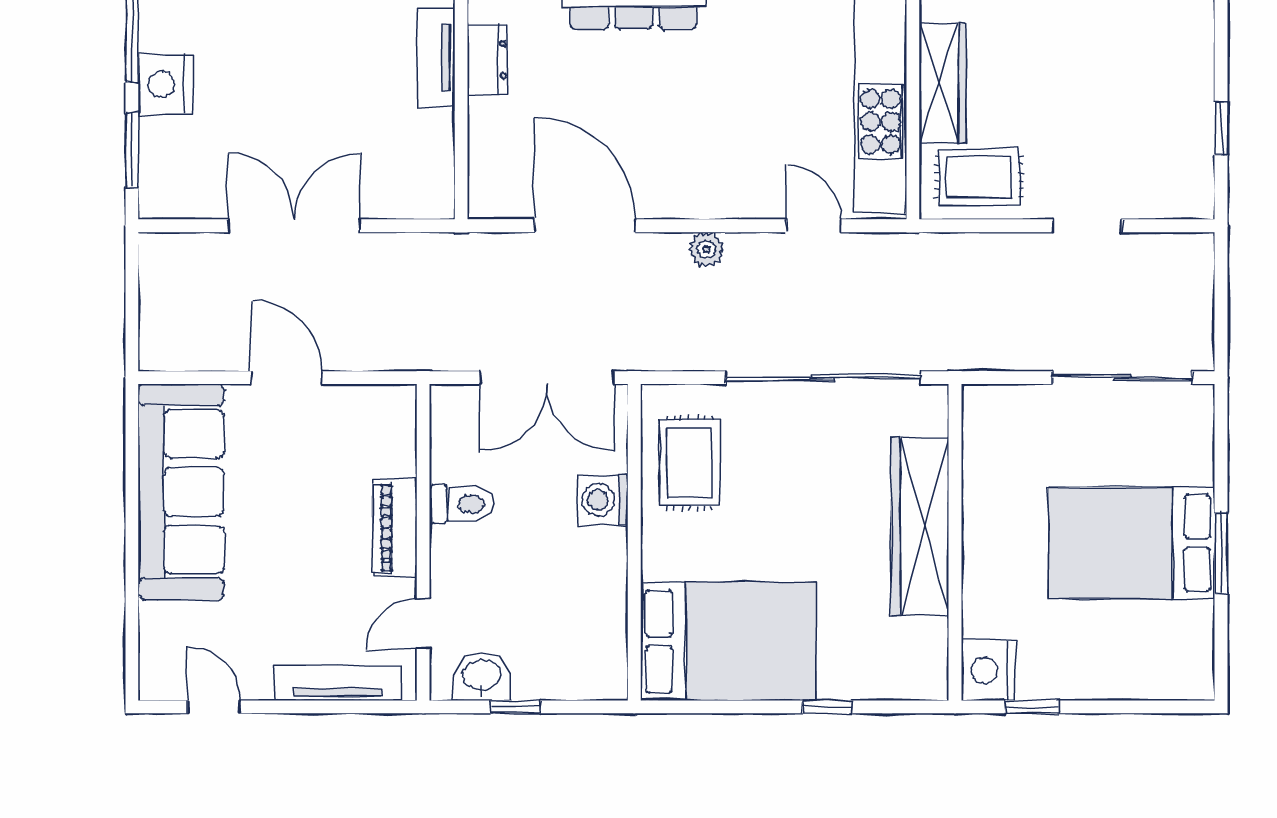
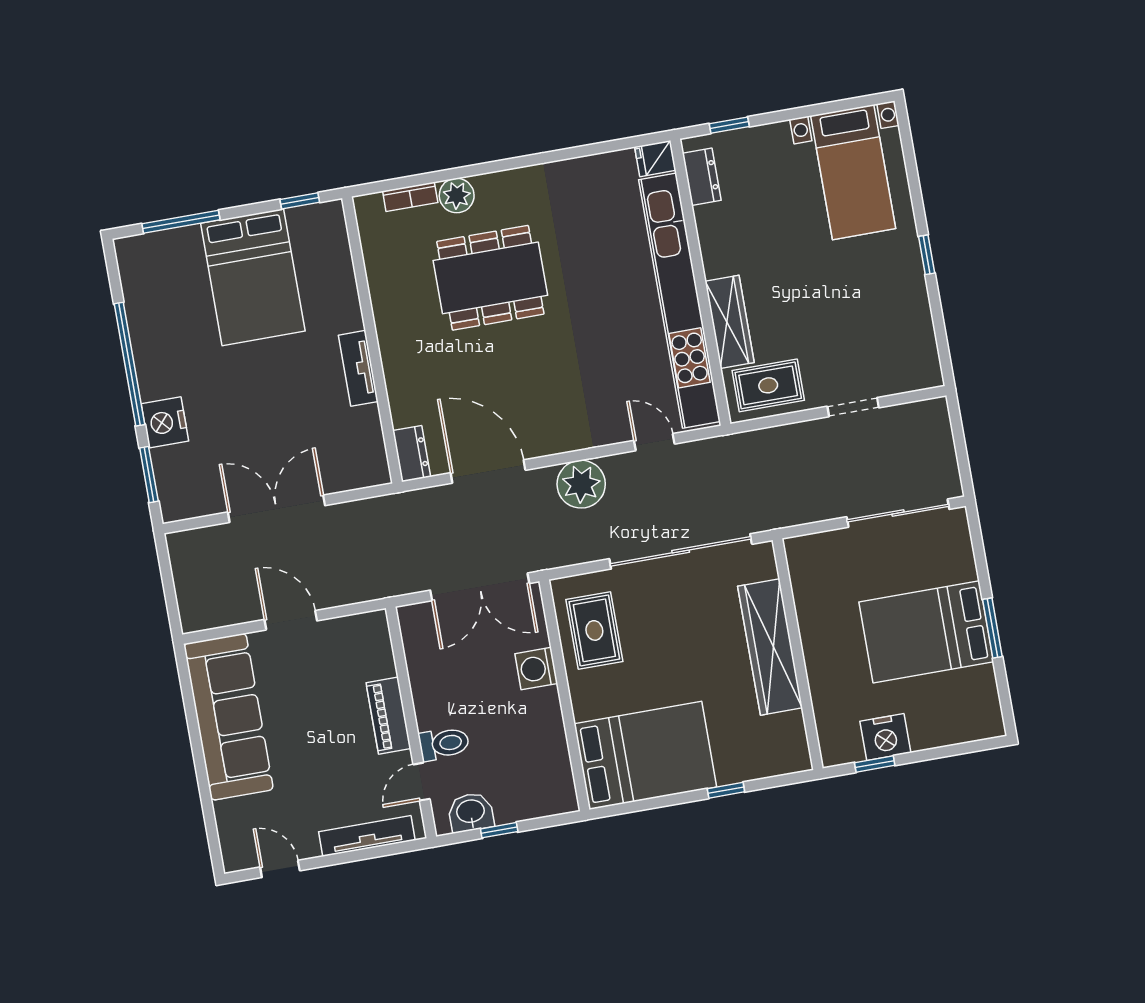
dresser: (487, 60) -> (412, 454), moved
window: (1221, 128) -> (927, 255), moved
plant: (706, 249) -> (581, 484), width x1.88, depth x1.88
toilet: (462, 504) -> (444, 744), moved
nightstand: (989, 670) -> (885, 737), moved, turned -90

